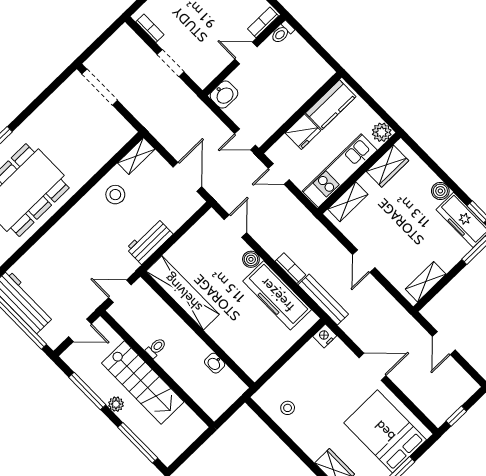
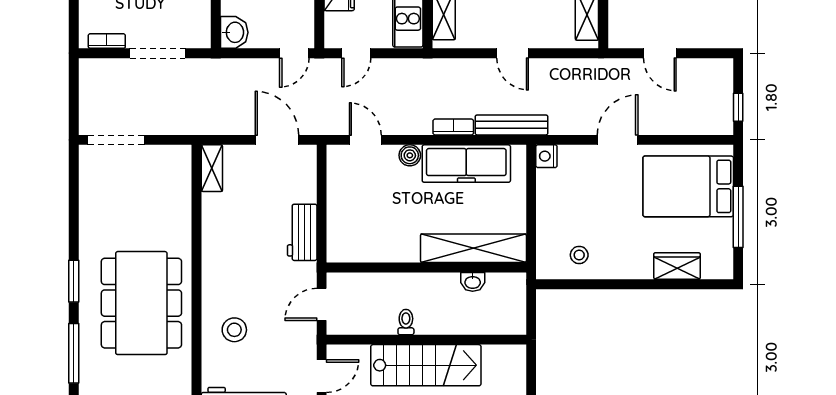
doorway: (171, 63) -> (157, 53), width x1.38
stool: (115, 195) -> (234, 330), moved
shelving: (183, 293) -> (473, 248), moved

